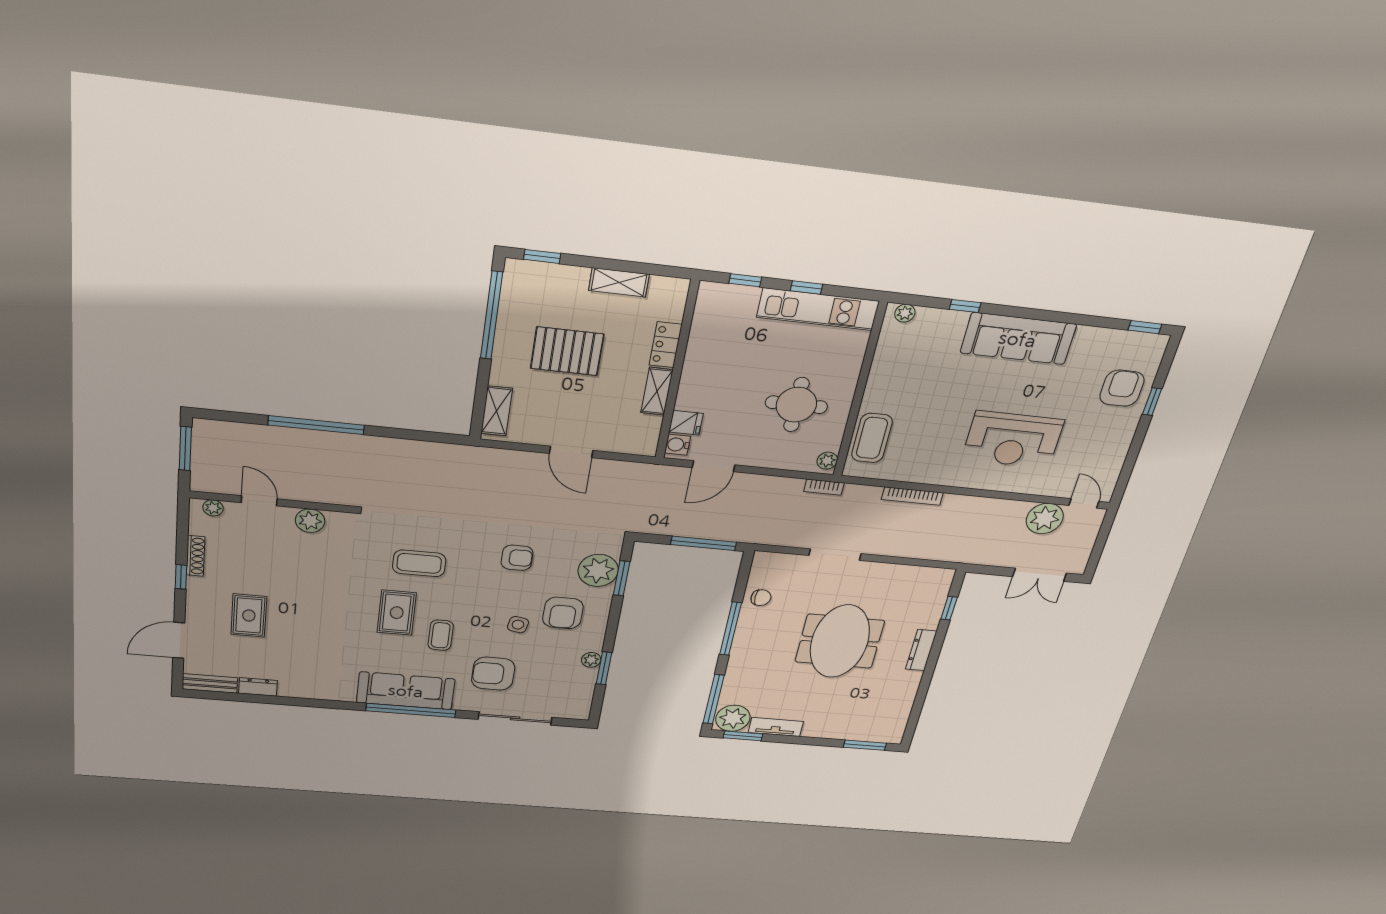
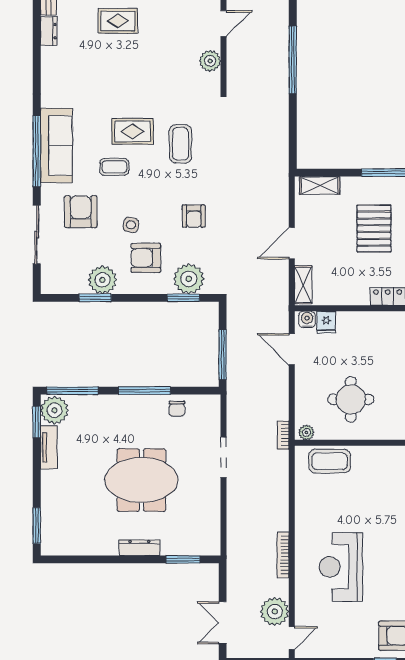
shelving: (657, 391) -> (303, 285), moved, turned 90
bookcase: (912, 496) -> (283, 555), moved
window: (949, 608) -> (183, 559), width x1.50
plant: (591, 660) -> (102, 280), width x1.87, depth x1.87

